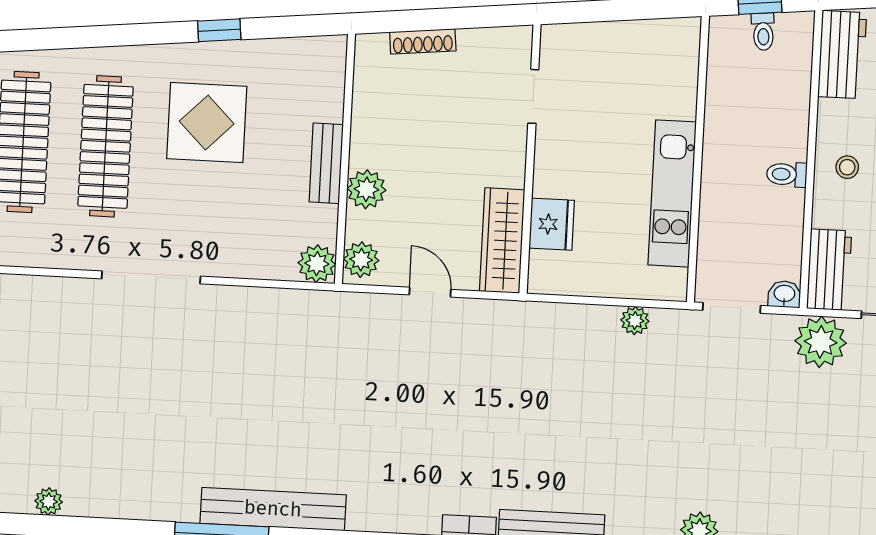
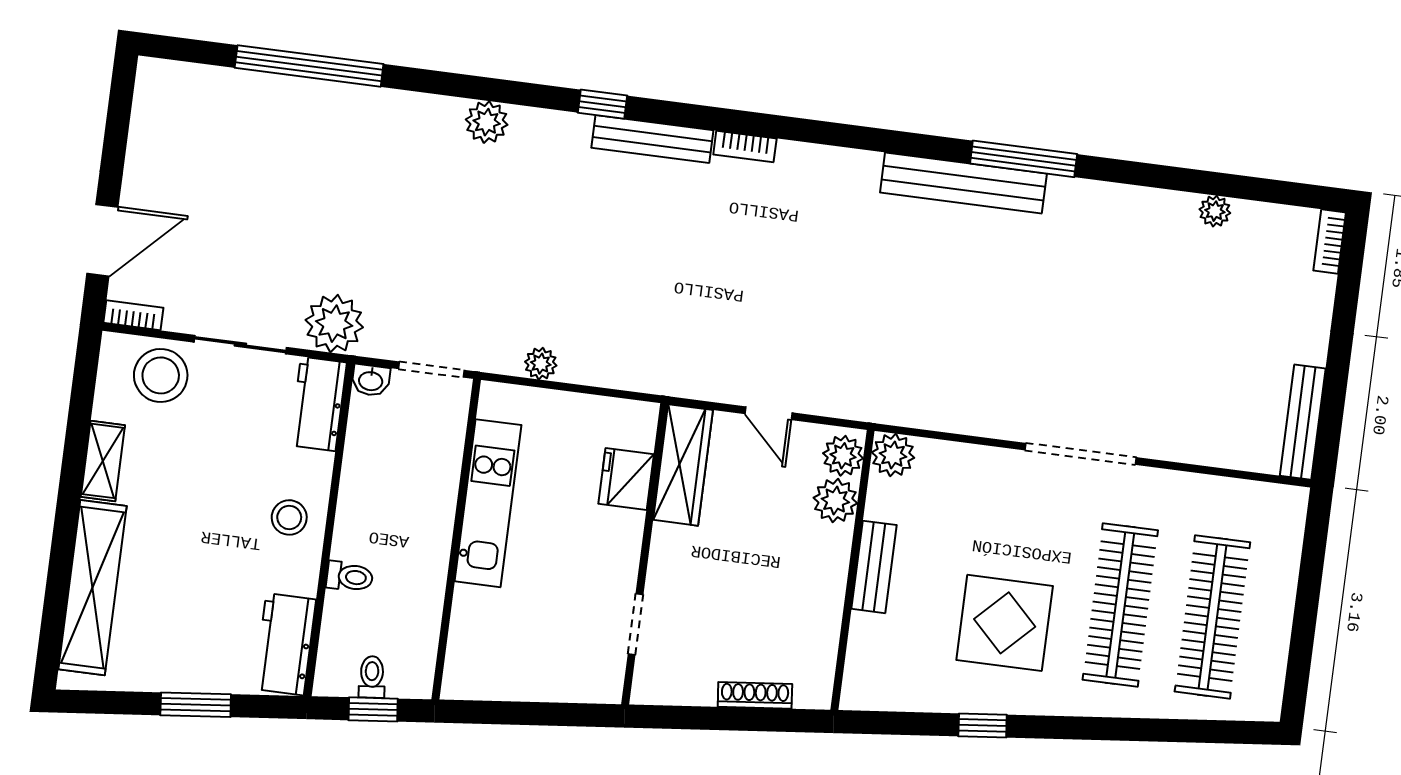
stool: (847, 167) -> (289, 517), width x1.37, depth x1.37
toilet: (787, 174) -> (350, 577), moved
plant: (366, 189) -> (835, 501), moved

